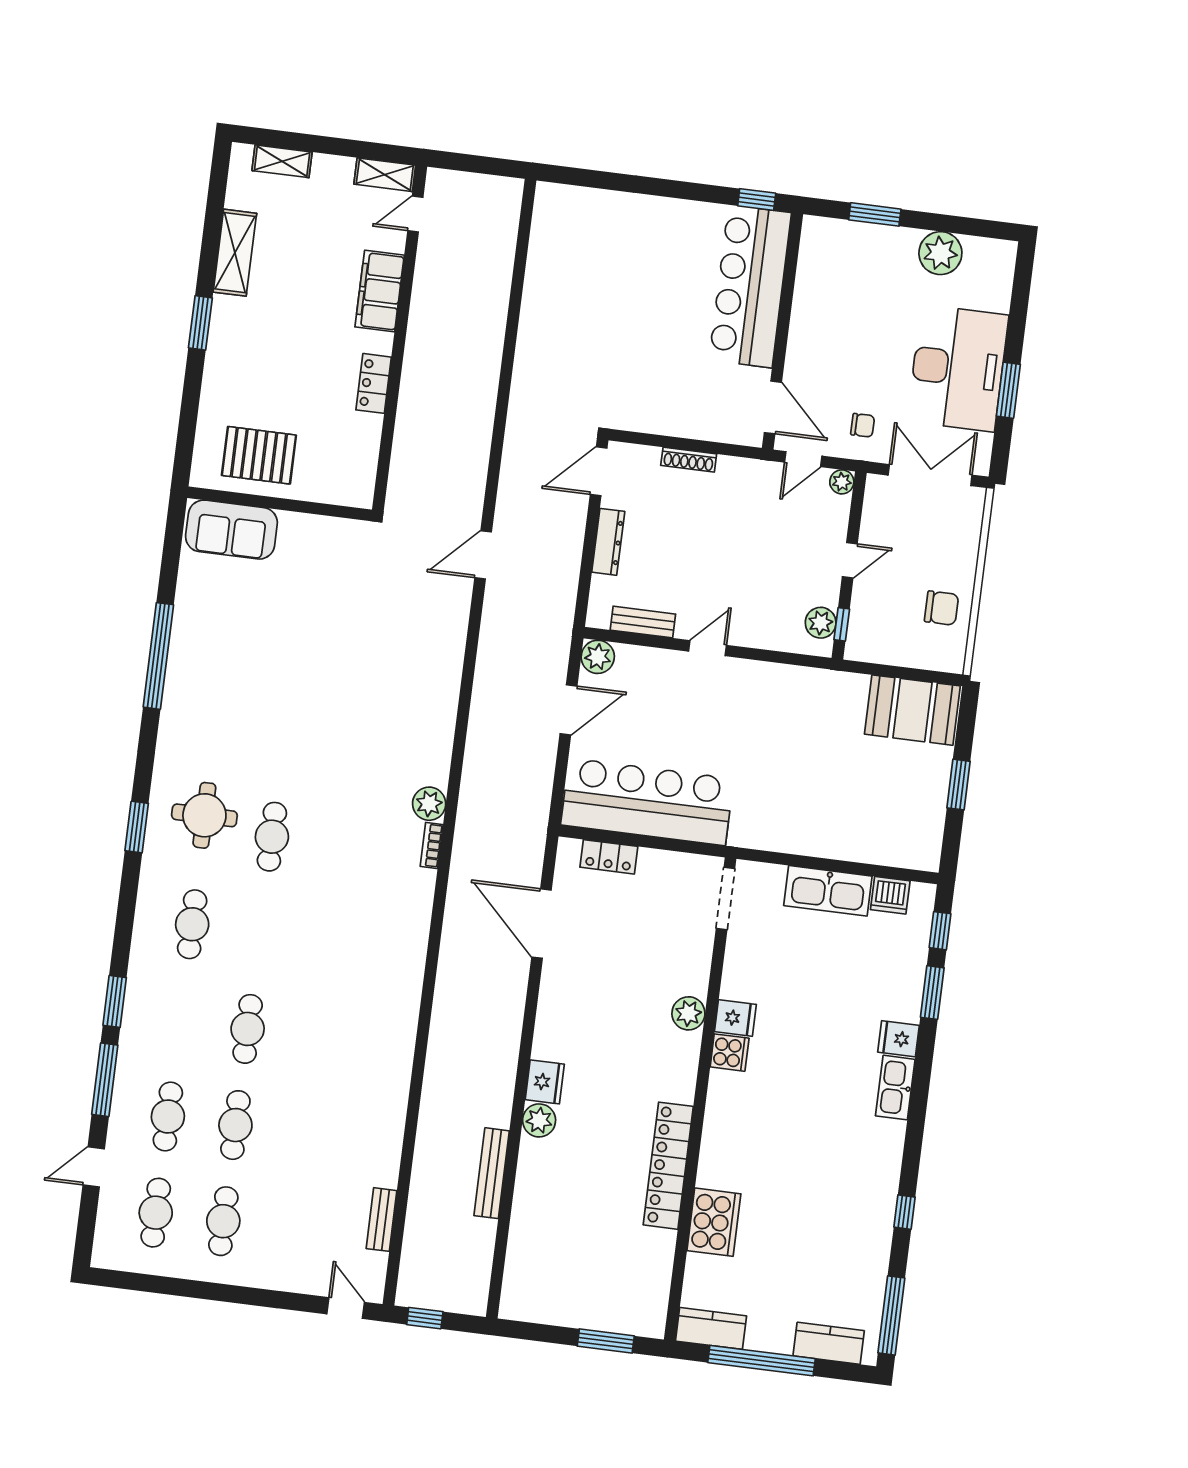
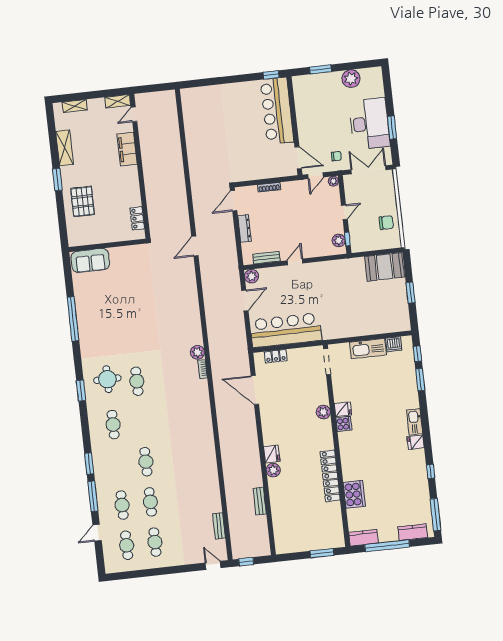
locker: (374, 383) -> (137, 218), moved
pallet: (259, 455) -> (83, 201), moved, turned 90
fridge: (899, 1039) -> (416, 442), moved
bench: (492, 1173) -> (260, 501), width x0.73

